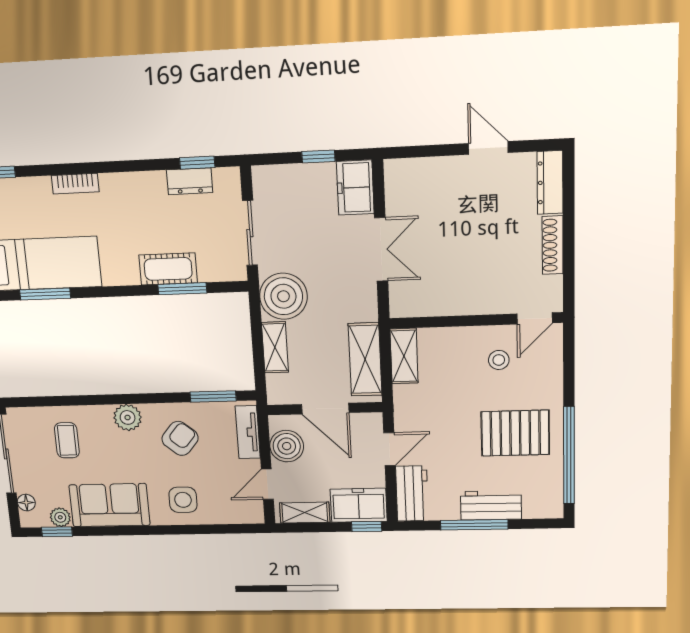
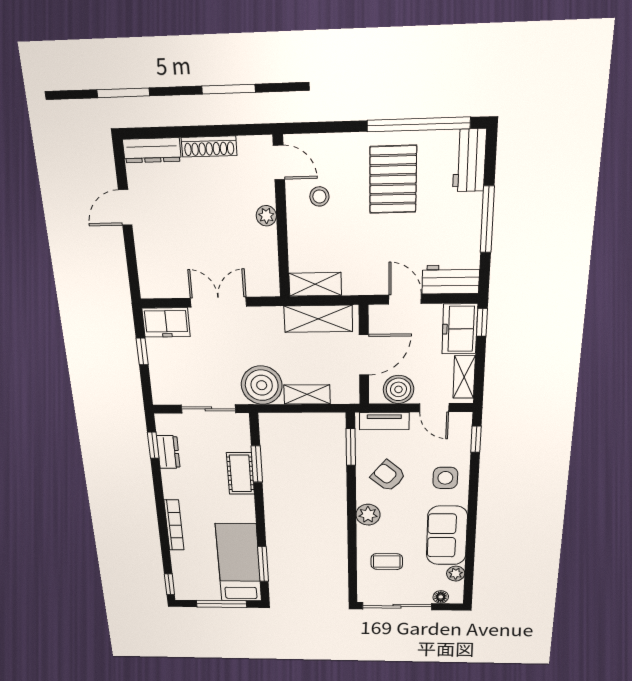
bookcase: (75, 184) -> (174, 525), width x1.56
plant: (479, 304) -> (266, 216), added
workbench: (491, 505) -> (469, 160), moved
window: (57, 532) -> (476, 439), moved

